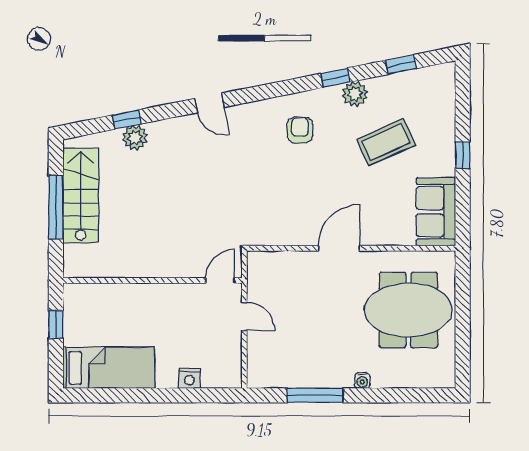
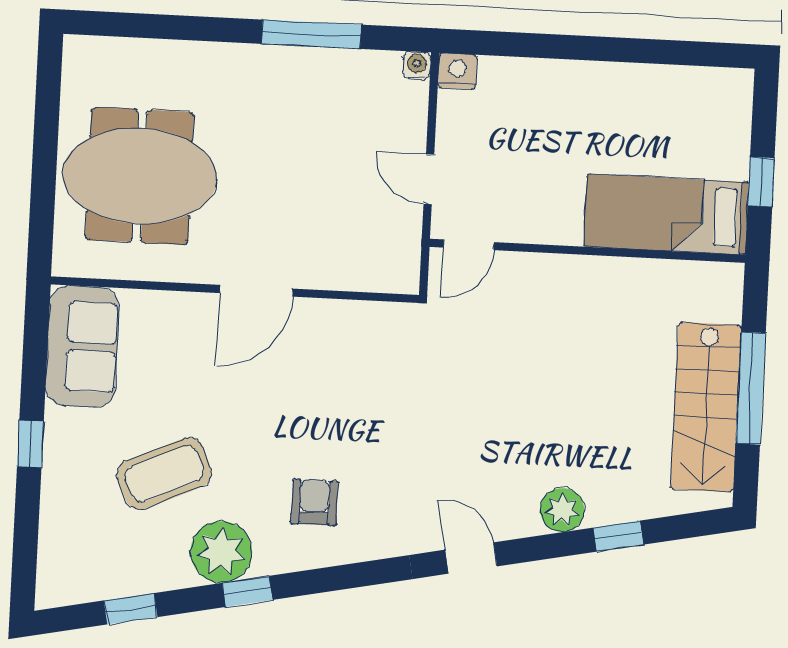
plant: (355, 94) -> (221, 552), width x1.36, depth x1.36
armchair: (300, 130) -> (314, 502), turned 180
plant: (135, 138) -> (562, 510), moved
bed: (109, 368) -> (666, 214), moved
nightstand: (189, 379) -> (457, 71), moved
water cooler: (362, 381) -> (417, 65), moved

